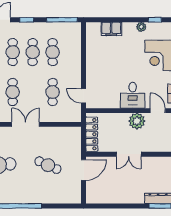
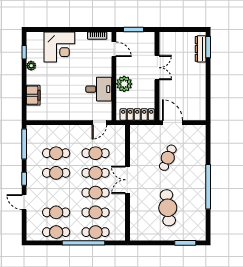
cafe table: (13, 52) -> (96, 173), moved
desk: (133, 95) -> (99, 89), moved
door: (158, 111) -> (114, 49), swing flipped
plant: (137, 121) -> (124, 84), moved
double door: (129, 154) -> (157, 68), moved

